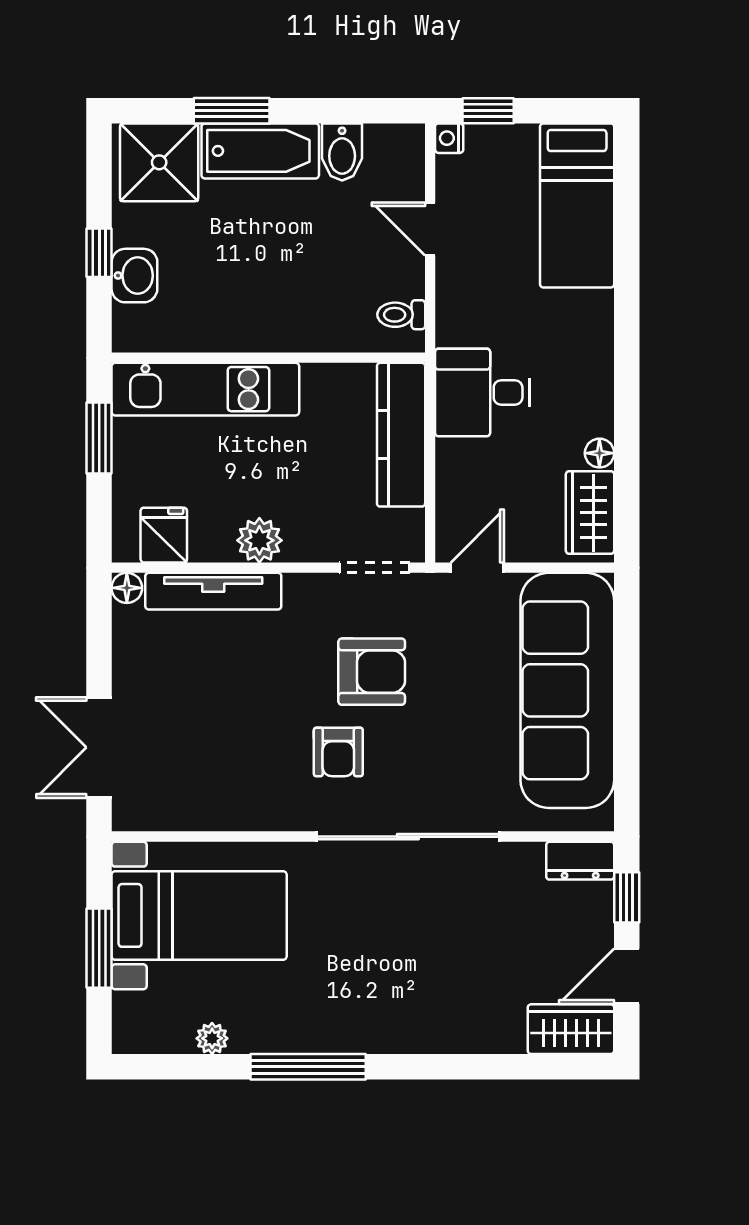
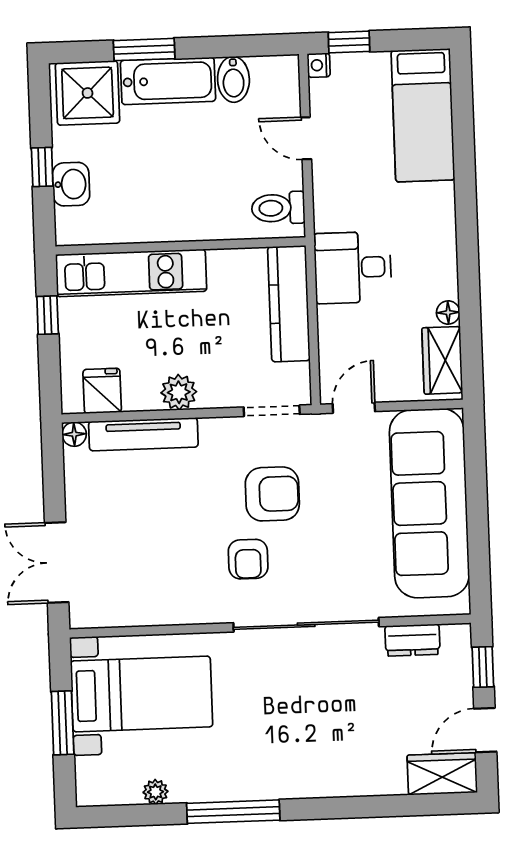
toilet: (401, 315) -> (278, 208), width x1.37, depth x1.39
window: (99, 438) -> (48, 315), width x0.67
dresser: (580, 861) -> (412, 640), moved

